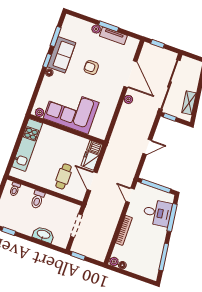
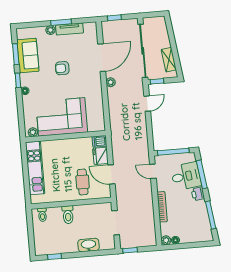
sofa: (62, 55) -> (28, 56), moved
door: (130, 74) -> (102, 58), hinge flipped
door: (147, 147) -> (147, 104), moved
printer: (161, 233) -> (198, 194), added

